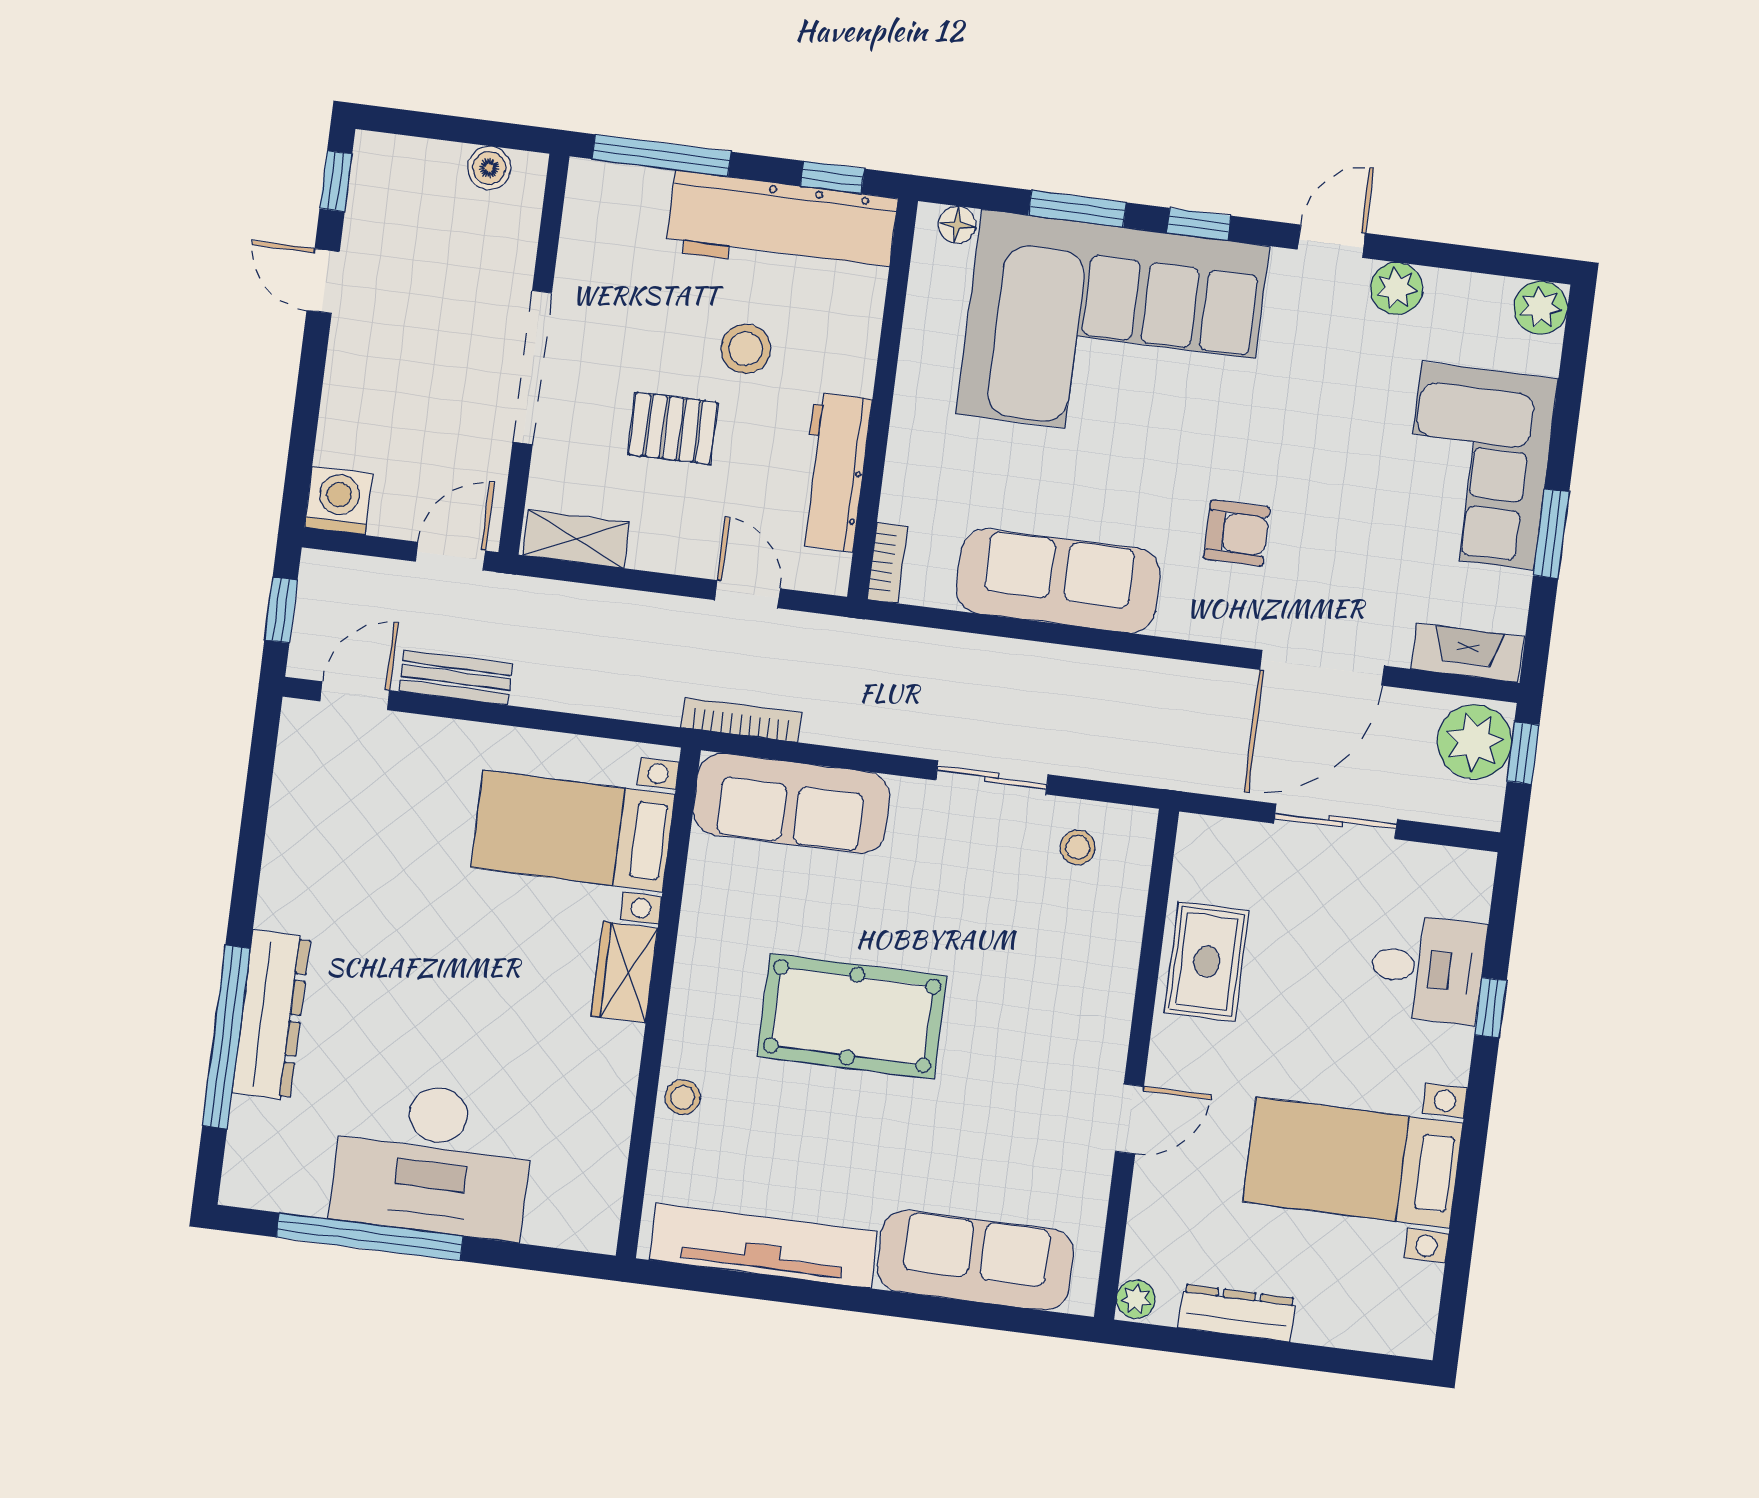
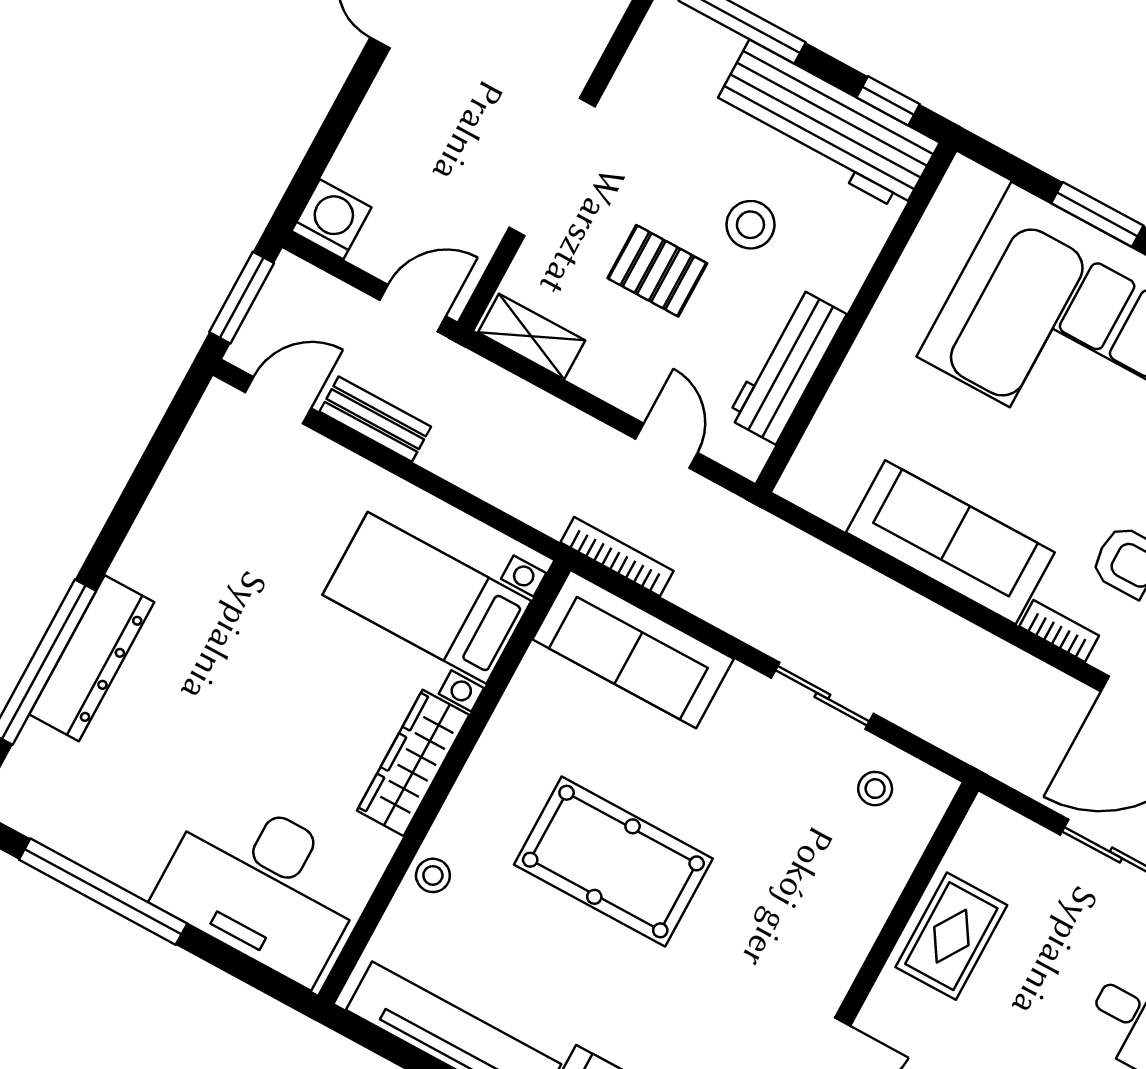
floor lamp: (957, 225) -> (984, 187), removed
bookcase: (887, 563) -> (1059, 631), moved, turned -90
window: (281, 610) -> (242, 298), width x1.50
wardrobe: (624, 972) -> (413, 763), width x1.50
desk: (433, 1159) -> (263, 886), moved

